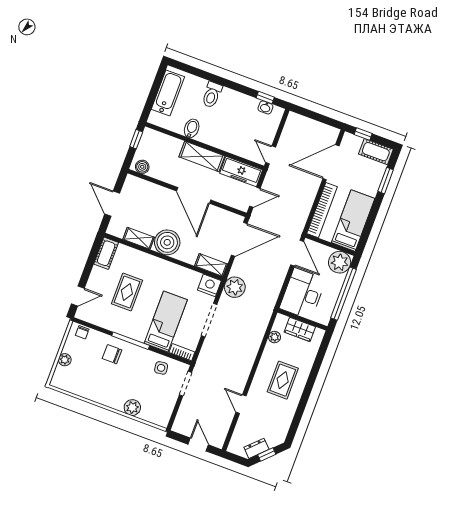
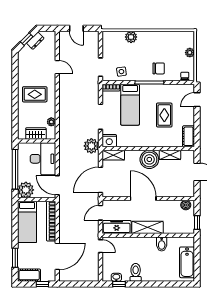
toilet: (212, 95) -> (136, 272), moved
rug: (283, 380) -> (35, 94), turned 90

